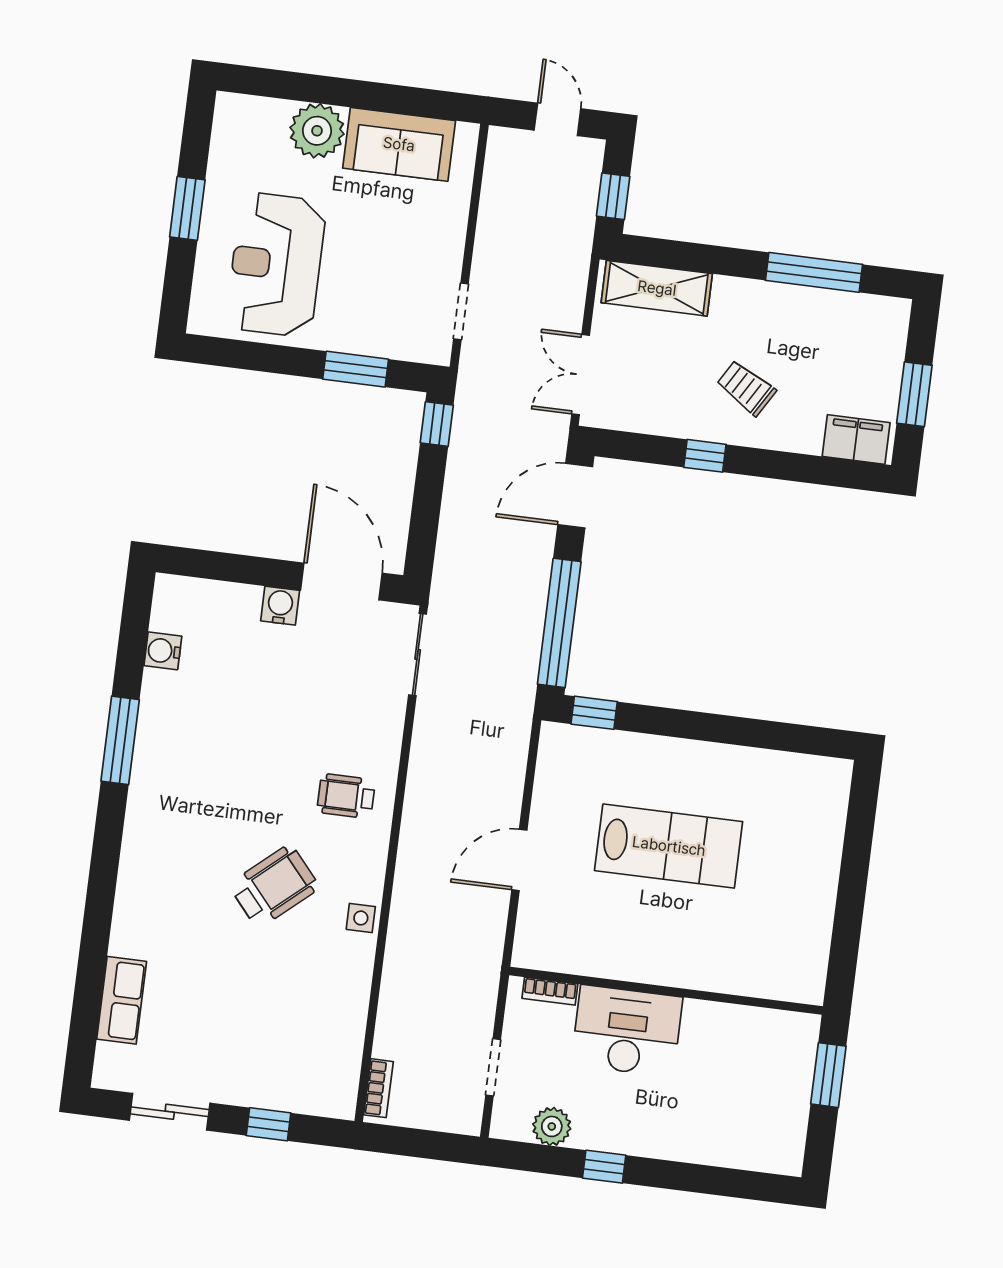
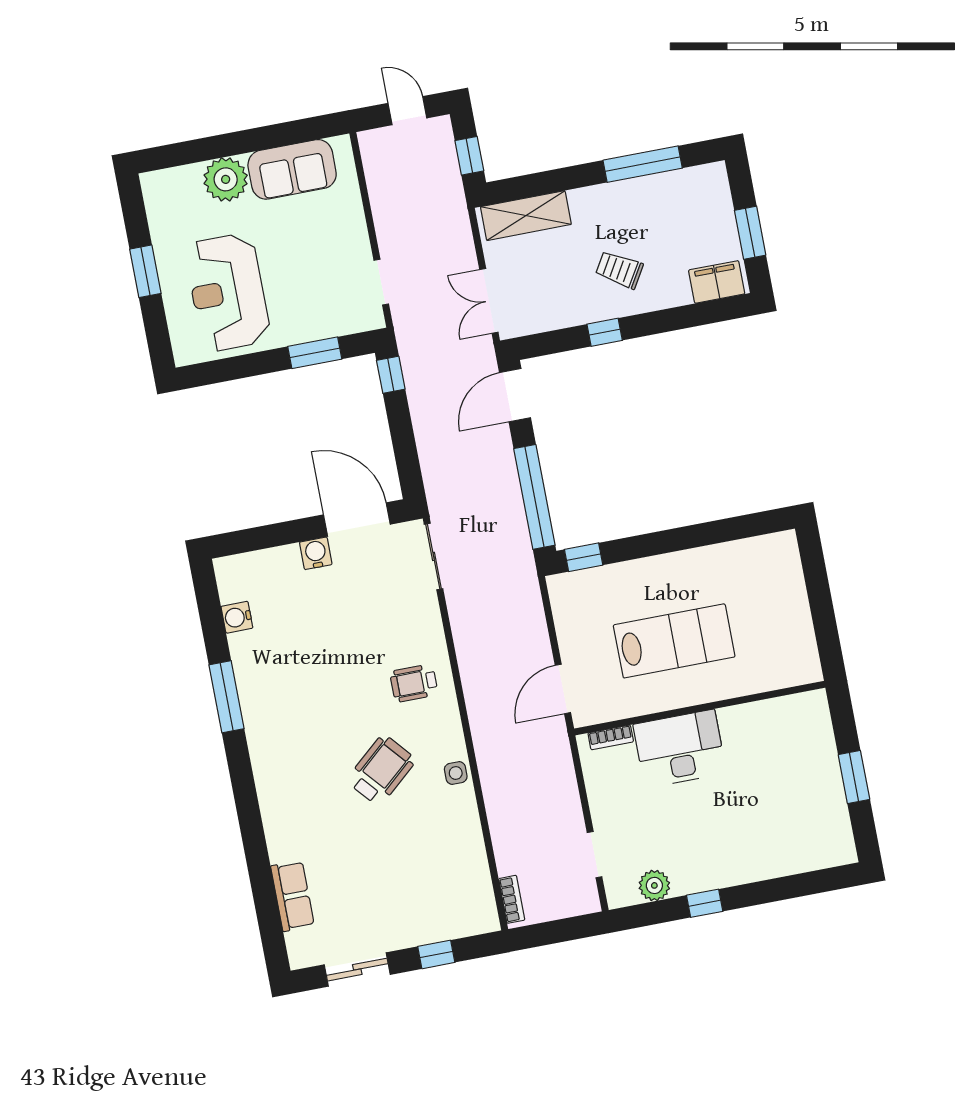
bookcase: (550, 991) -> (611, 737), moved
wall: (666, 991) -> (700, 708), moved
desk: (627, 1031) -> (680, 749), moved

